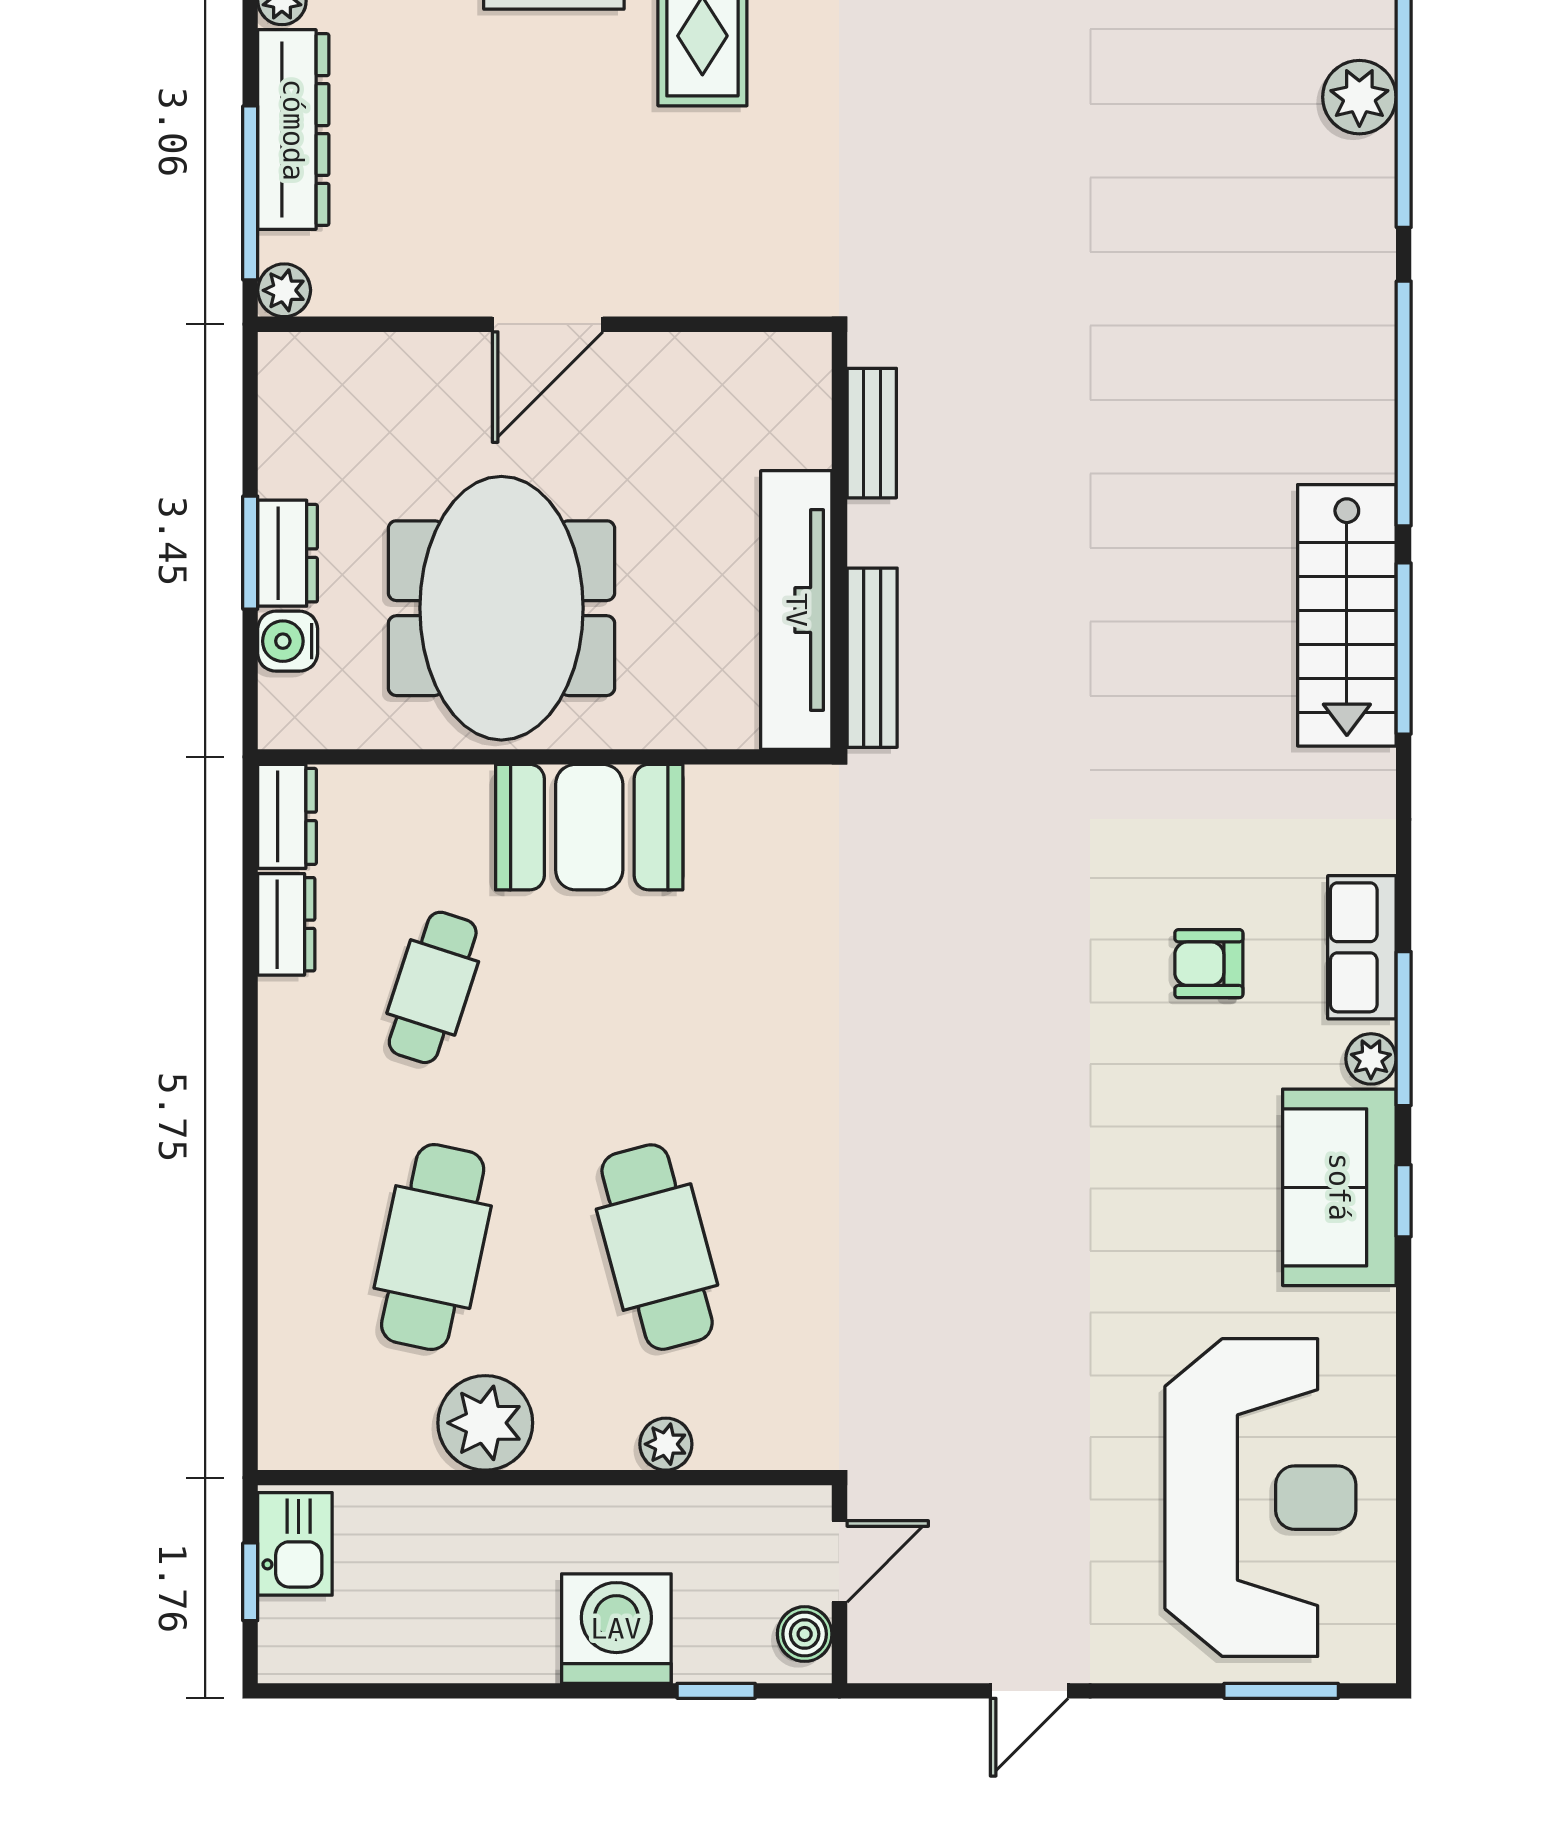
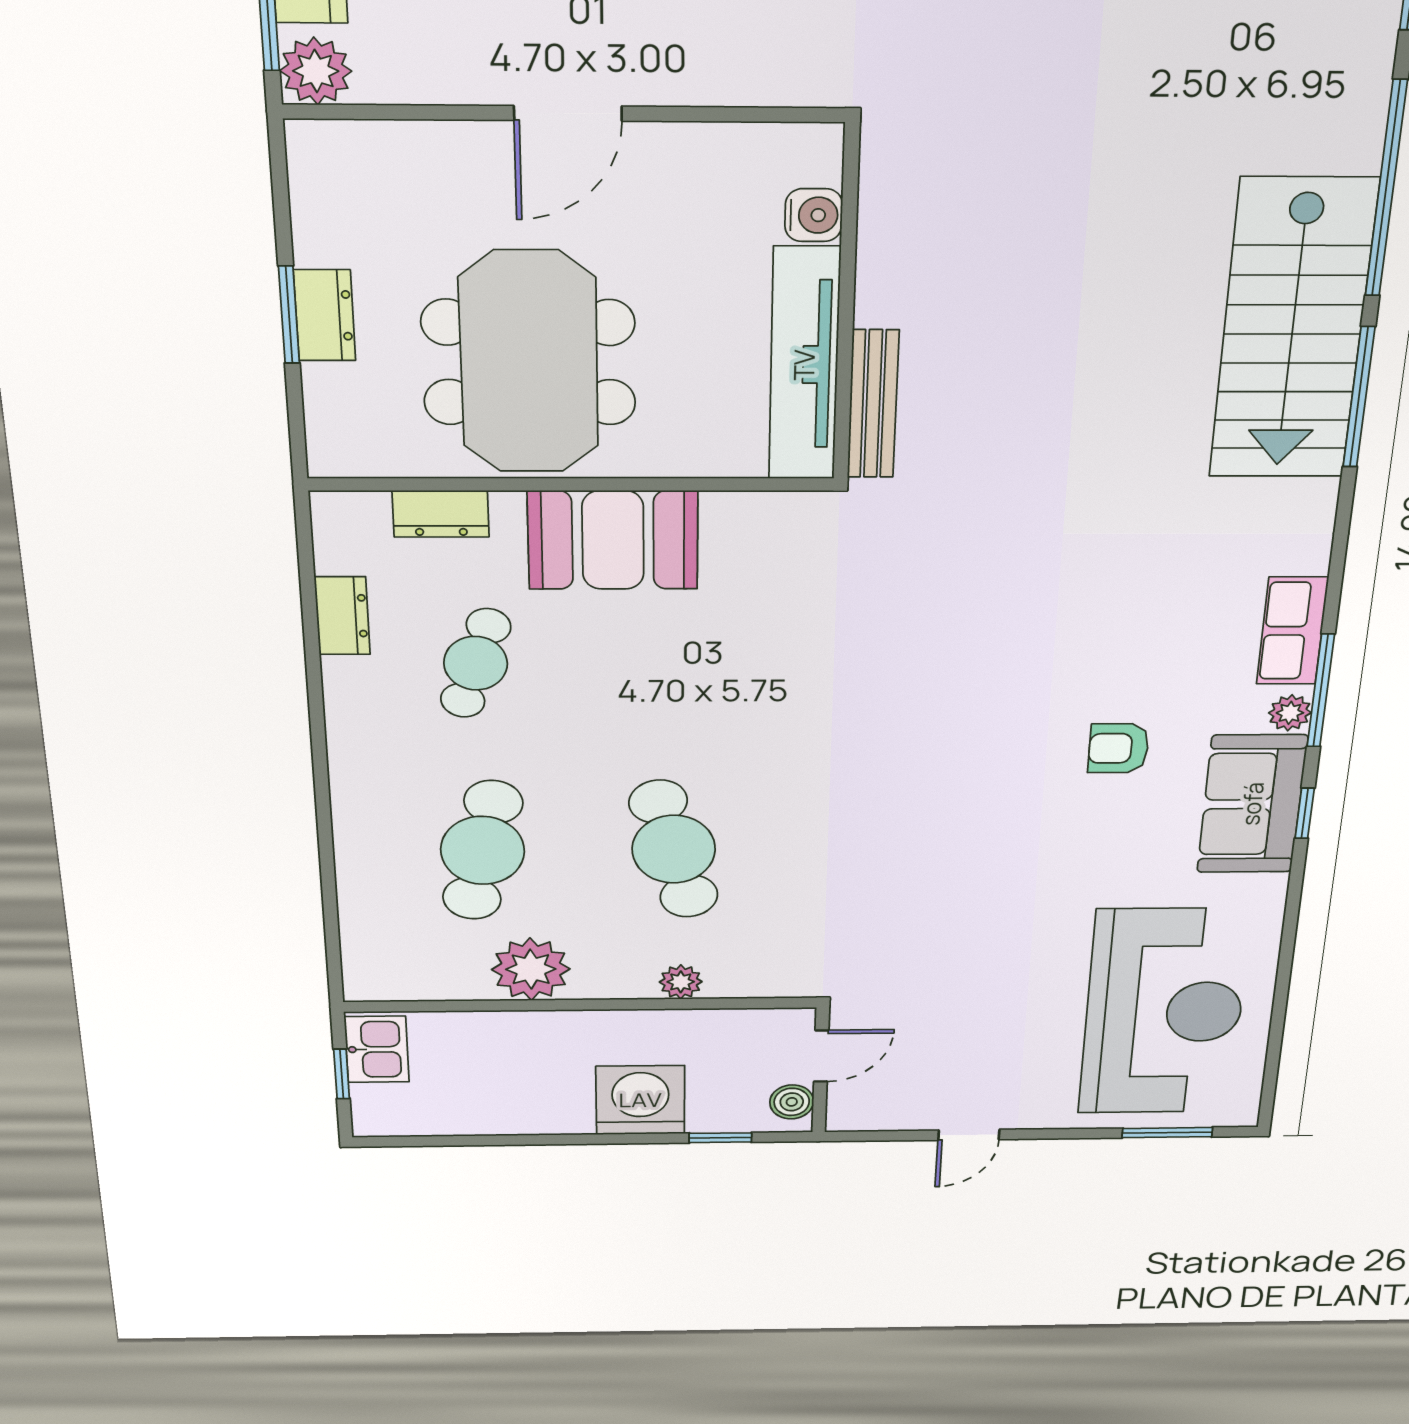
plant: (284, 290) -> (316, 71), width x1.38, depth x1.38
bench: (872, 433) -> (880, 213), removed
stairs: (1347, 615) -> (1292, 330), width x1.36, depth x1.51
water cooler: (288, 641) -> (814, 215), moved, turned 180
dresser: (287, 816) -> (441, 514), moved, turned 90
armchair: (1209, 964) -> (1118, 748), moved

